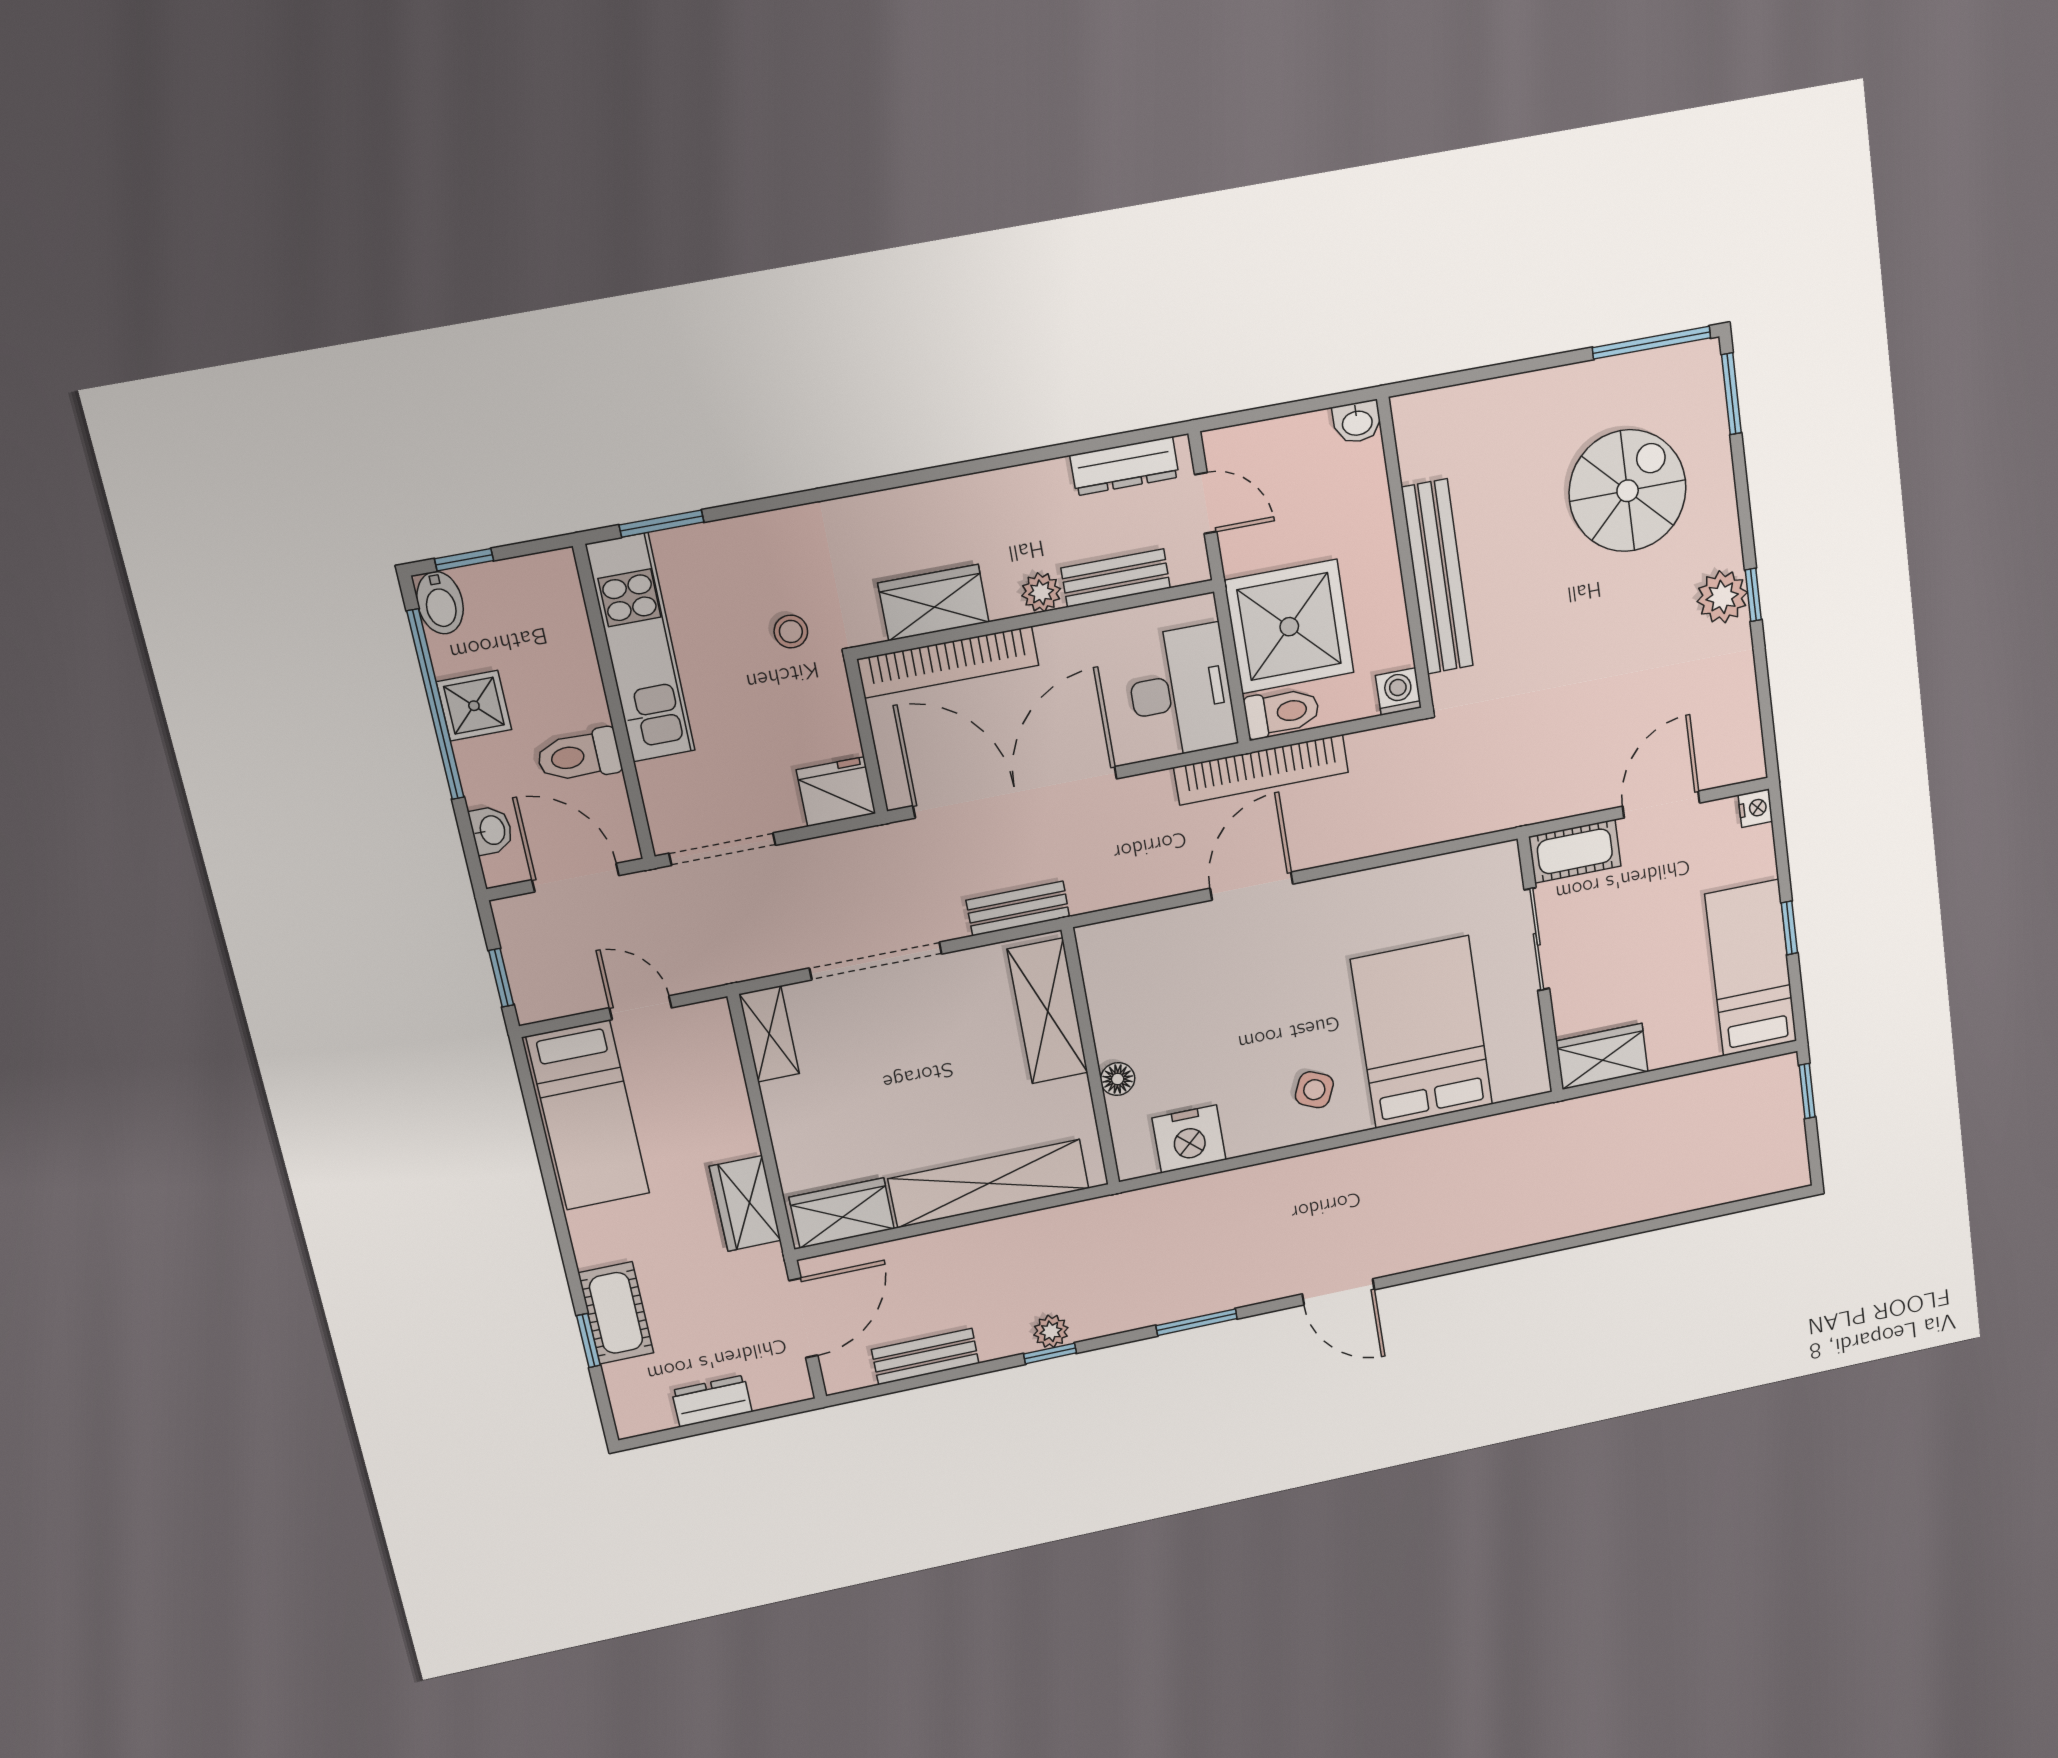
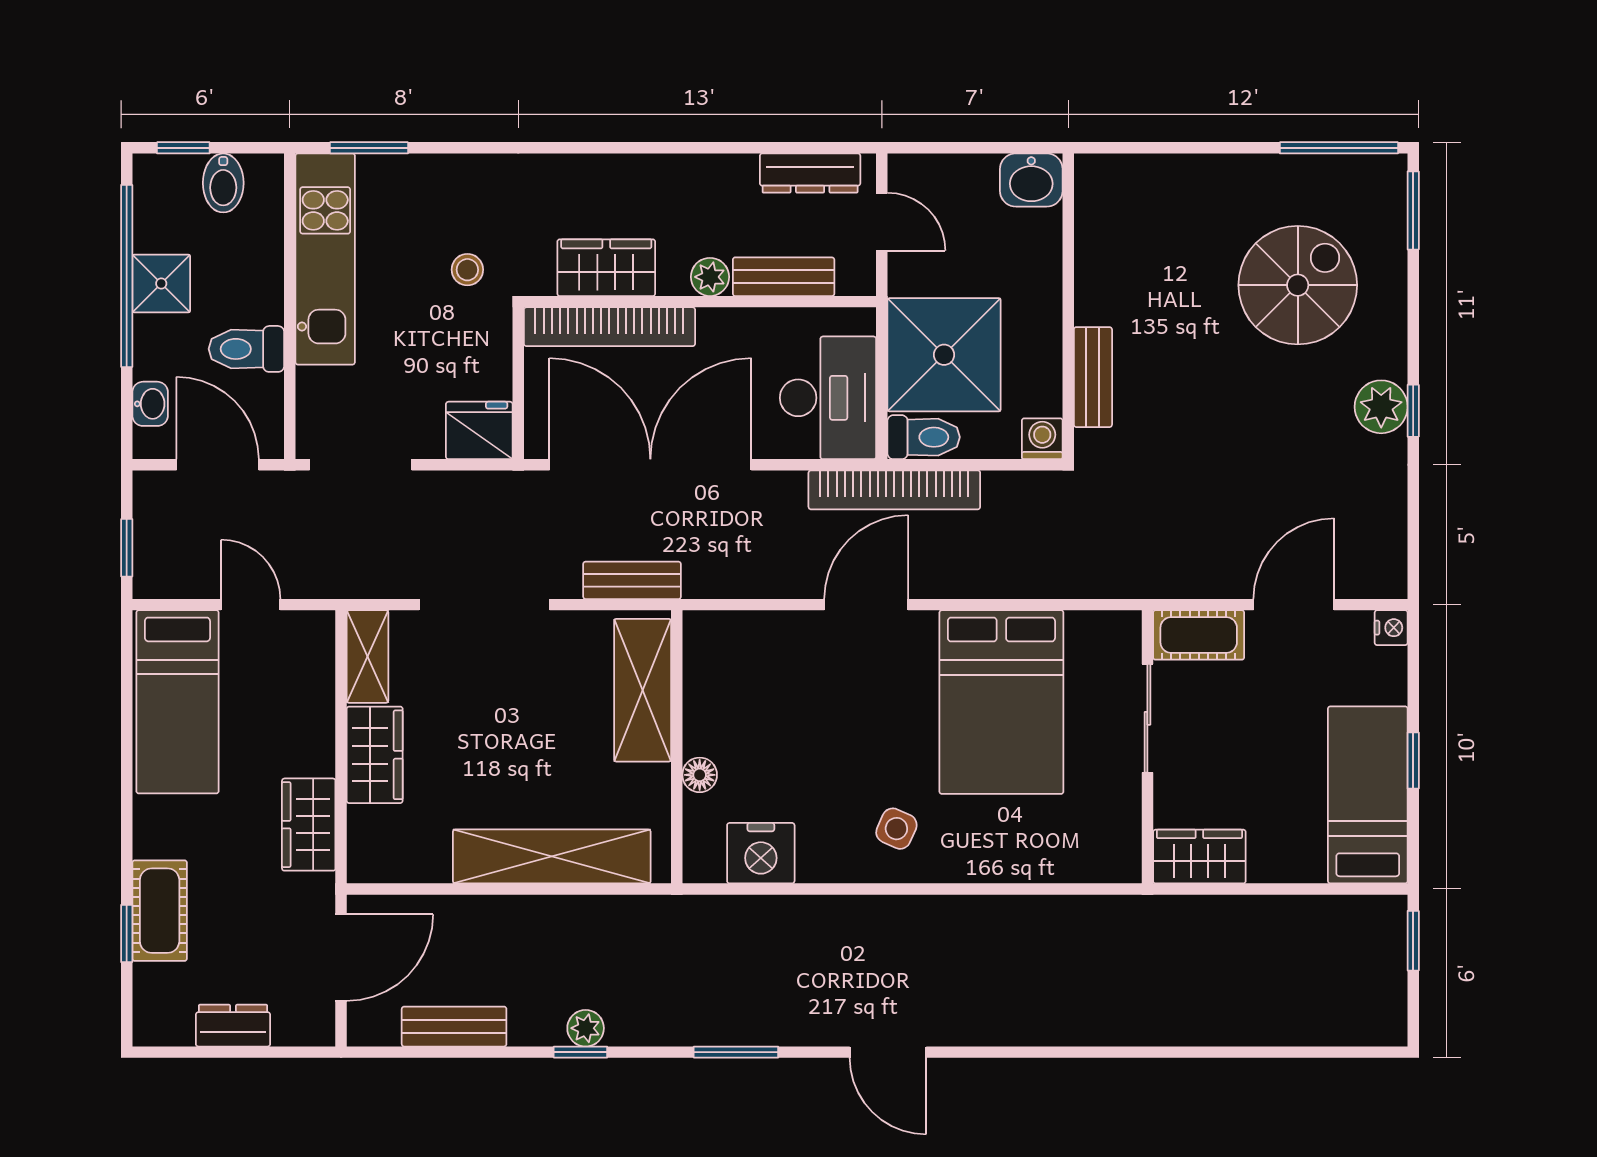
washbasin: (1357, 422) -> (1031, 180), width x1.38, depth x1.45
bench: (1437, 577) -> (1093, 377), width x0.54, depth x0.82
bidet: (440, 603) -> (223, 183), moved
bed: (1422, 1032) -> (1001, 702), moved, turned 180
wardrobe: (842, 1213) -> (375, 755), moved, turned 90

